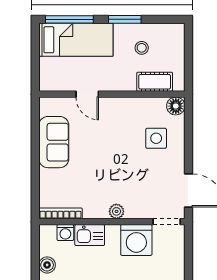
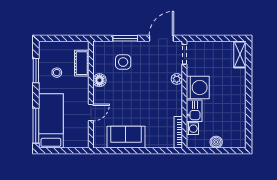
window: (125, 19) -> (36, 71), moved
floor lamp: (176, 106) -> (99, 80), moved
window: (188, 141) -> (125, 38), added
plant: (116, 211) -> (177, 79), moved
washing machine: (136, 240) -> (198, 87), moved

